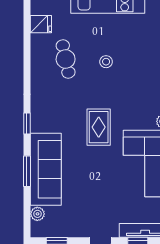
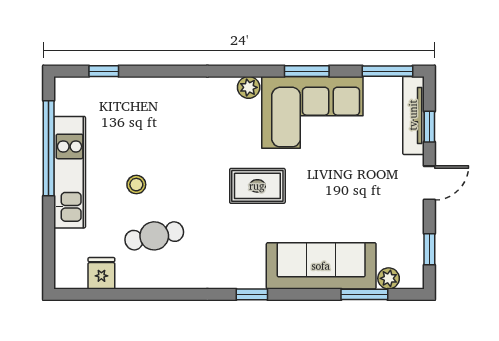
stool: (106, 62) -> (136, 185), moved
window: (27, 171) -> (364, 294), moved

